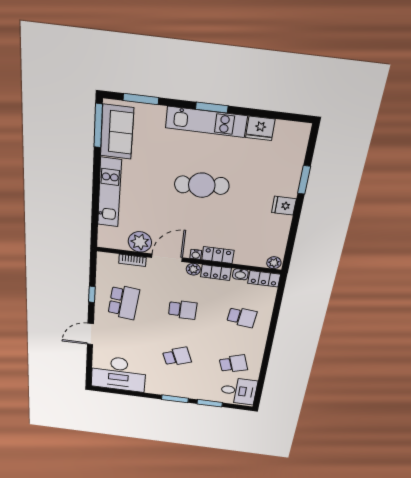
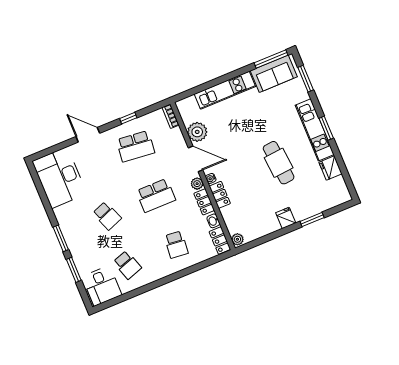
cafe table: (202, 185) -> (279, 163), moved
bookcase: (132, 260) -> (171, 116), moved
school desk: (183, 310) -> (156, 195), width x1.85

